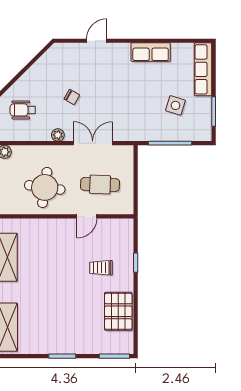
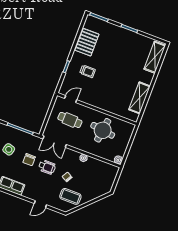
coffee table: (56, 70) -> (70, 196), added
chair: (139, 102) -> (29, 160), added
wheelchair: (23, 110) -> (47, 167), moved
double door: (93, 143) -> (55, 142), moved
door: (87, 216) -> (71, 99), moved

